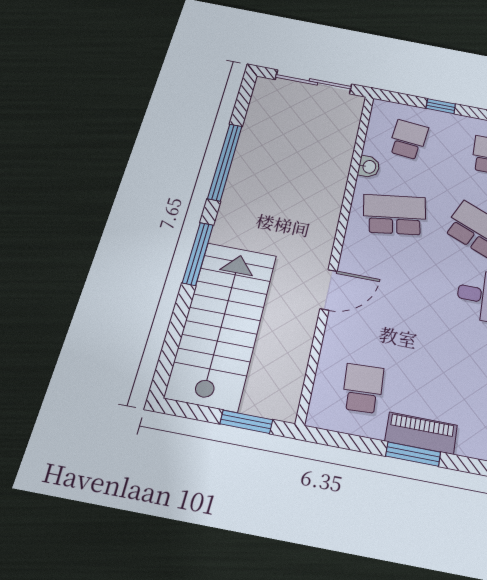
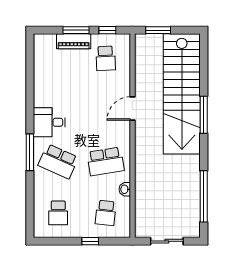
sliding door: (313, 82) -> (167, 241), width x0.73
window: (225, 162) -> (204, 196), moved
stairs: (222, 324) -> (182, 94), width x1.36
window: (349, 442) -> (107, 30), added

